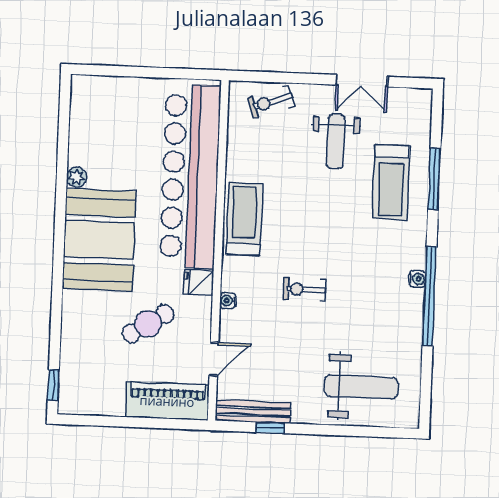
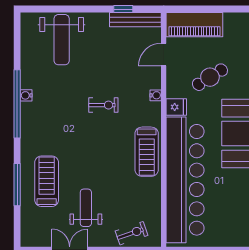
water cooler: (417, 279) -> (26, 95), moved
weight bench: (361, 387) -> (62, 40), turned -90

